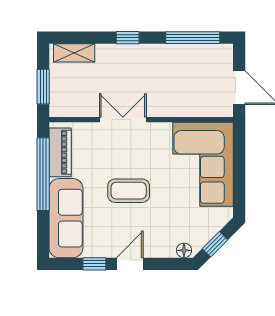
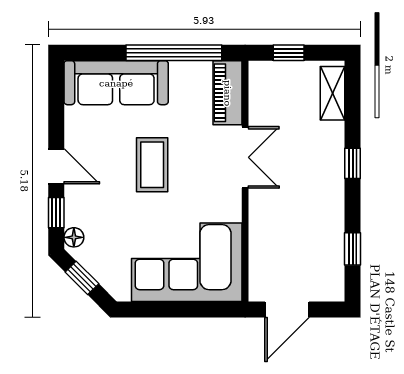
window: (193, 38) -> (353, 249), width x0.46
window: (43, 87) -> (289, 53), width x0.67
piano: (60, 152) -> (228, 93), moved, turned 90
window: (94, 264) -> (56, 213), moved

